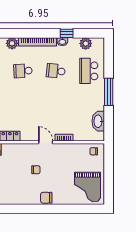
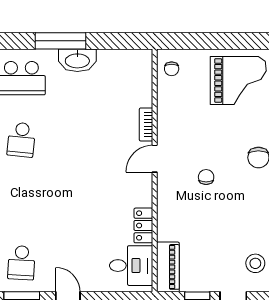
school desk: (23, 71) -> (21, 201), removed
washbasin: (98, 121) -> (77, 60), moved

